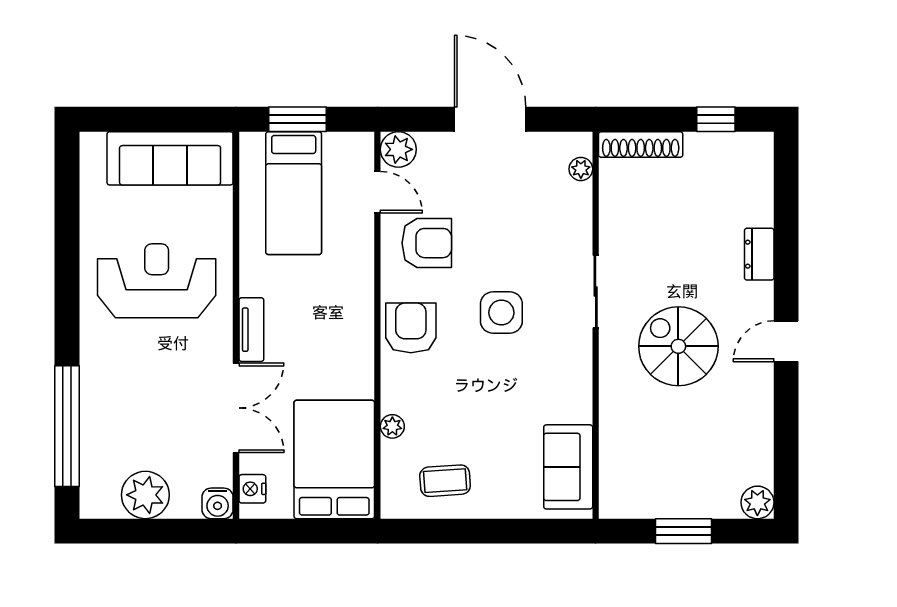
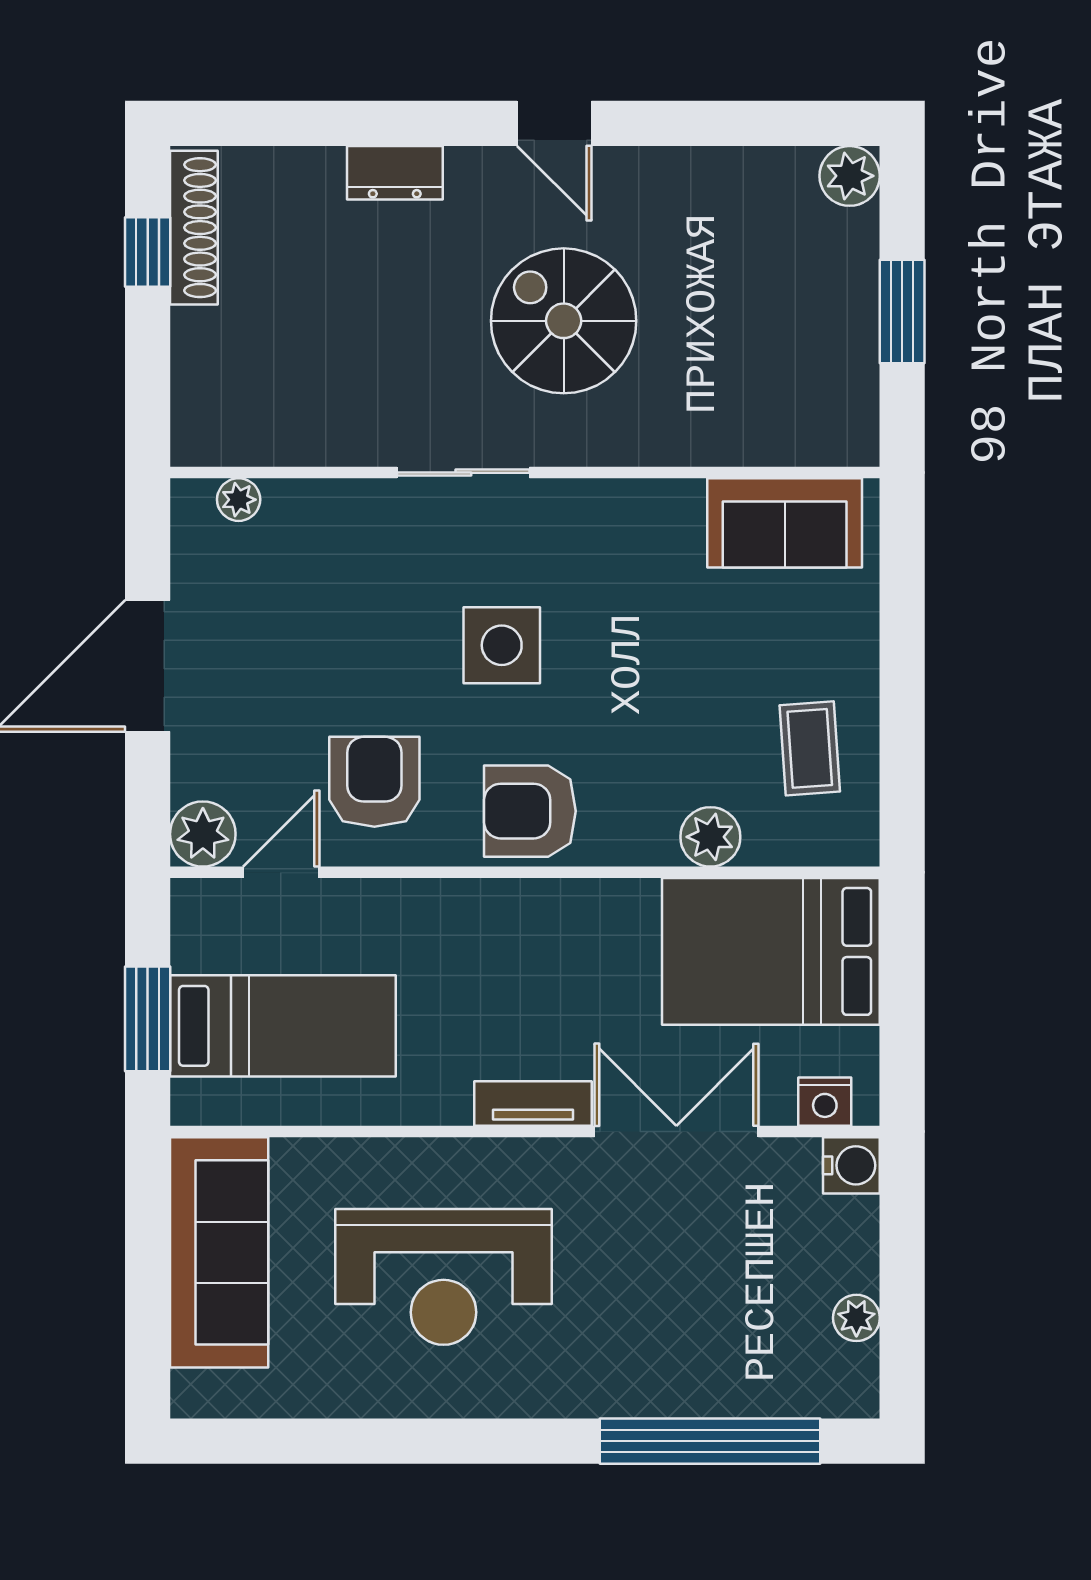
shoe rack: (641, 145) -> (194, 228), moved
reception desk: (157, 281) -> (443, 1277), turned -90
spiral stairs: (678, 346) -> (564, 321), turned 90
plant: (392, 426) -> (710, 837), width x1.38, depth x1.38
plant: (145, 495) -> (856, 1318), width x0.53, depth x0.53

